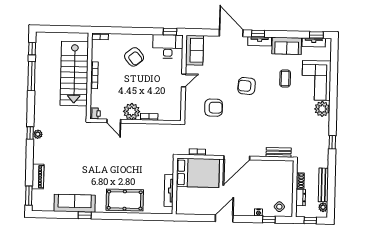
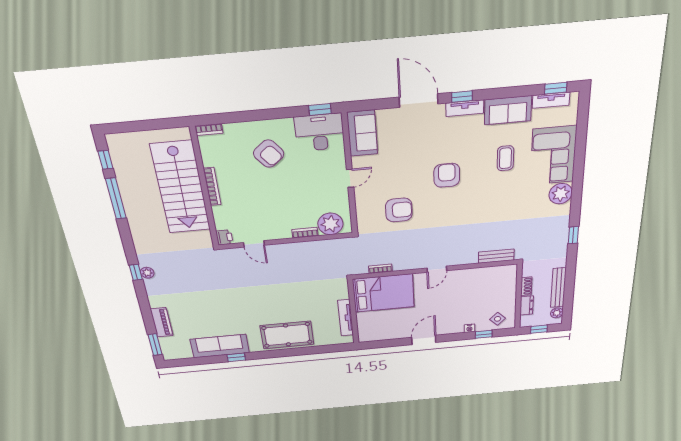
armchair: (247, 86) -> (447, 175), turned 86
plant: (132, 111) -> (330, 224), moved
door: (237, 158) -> (437, 269), width x0.53

